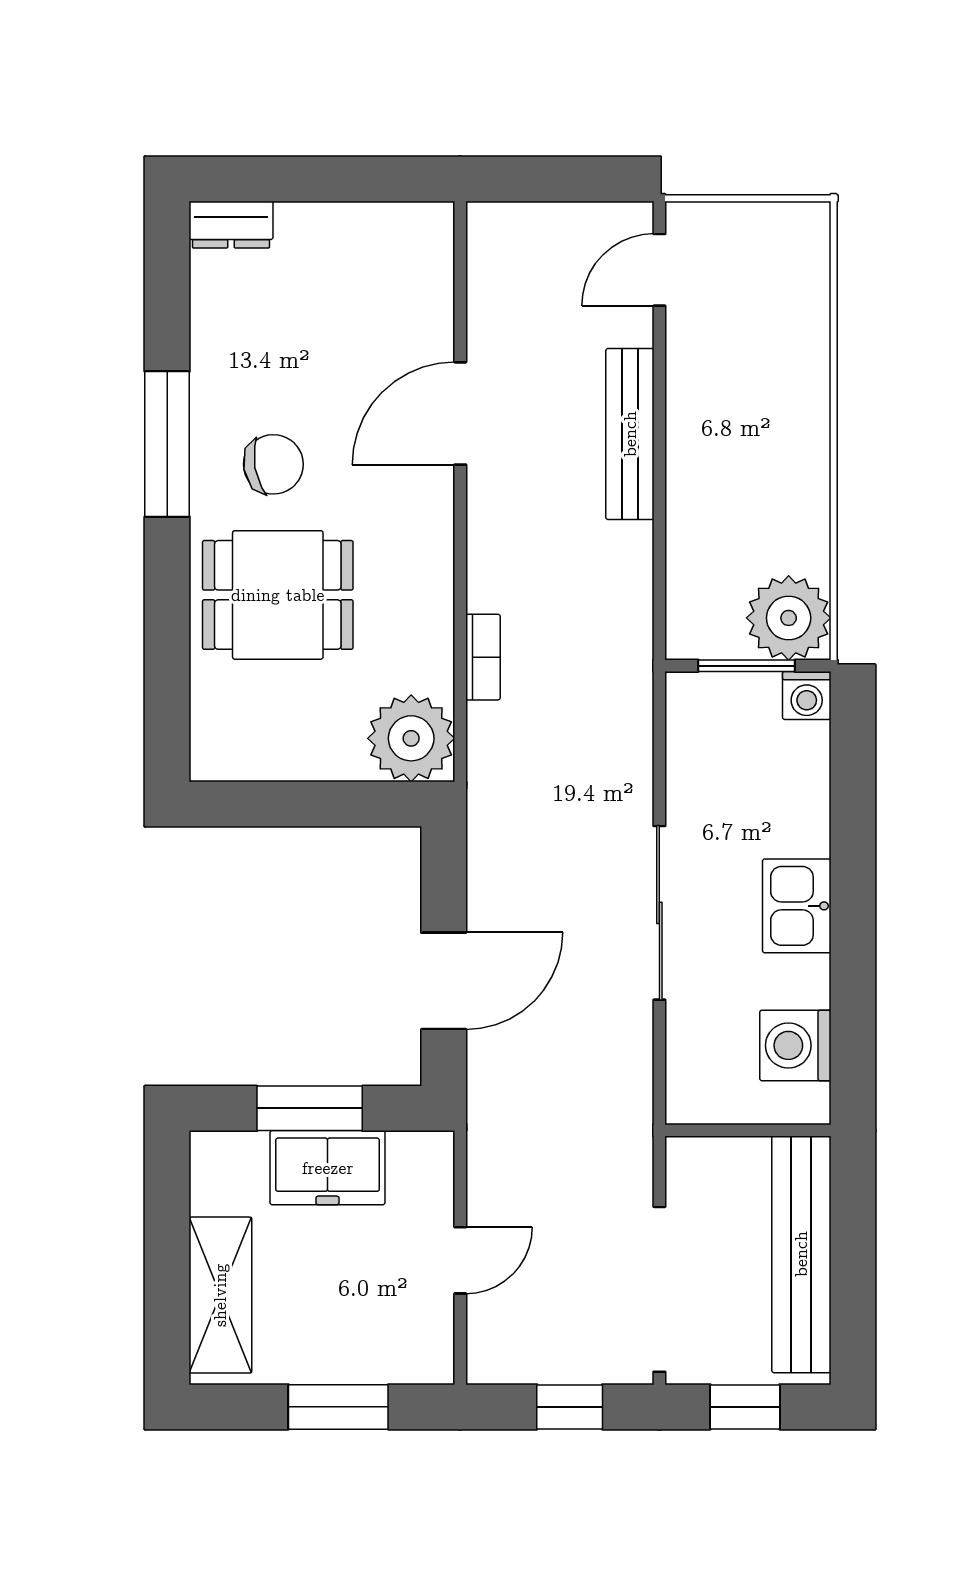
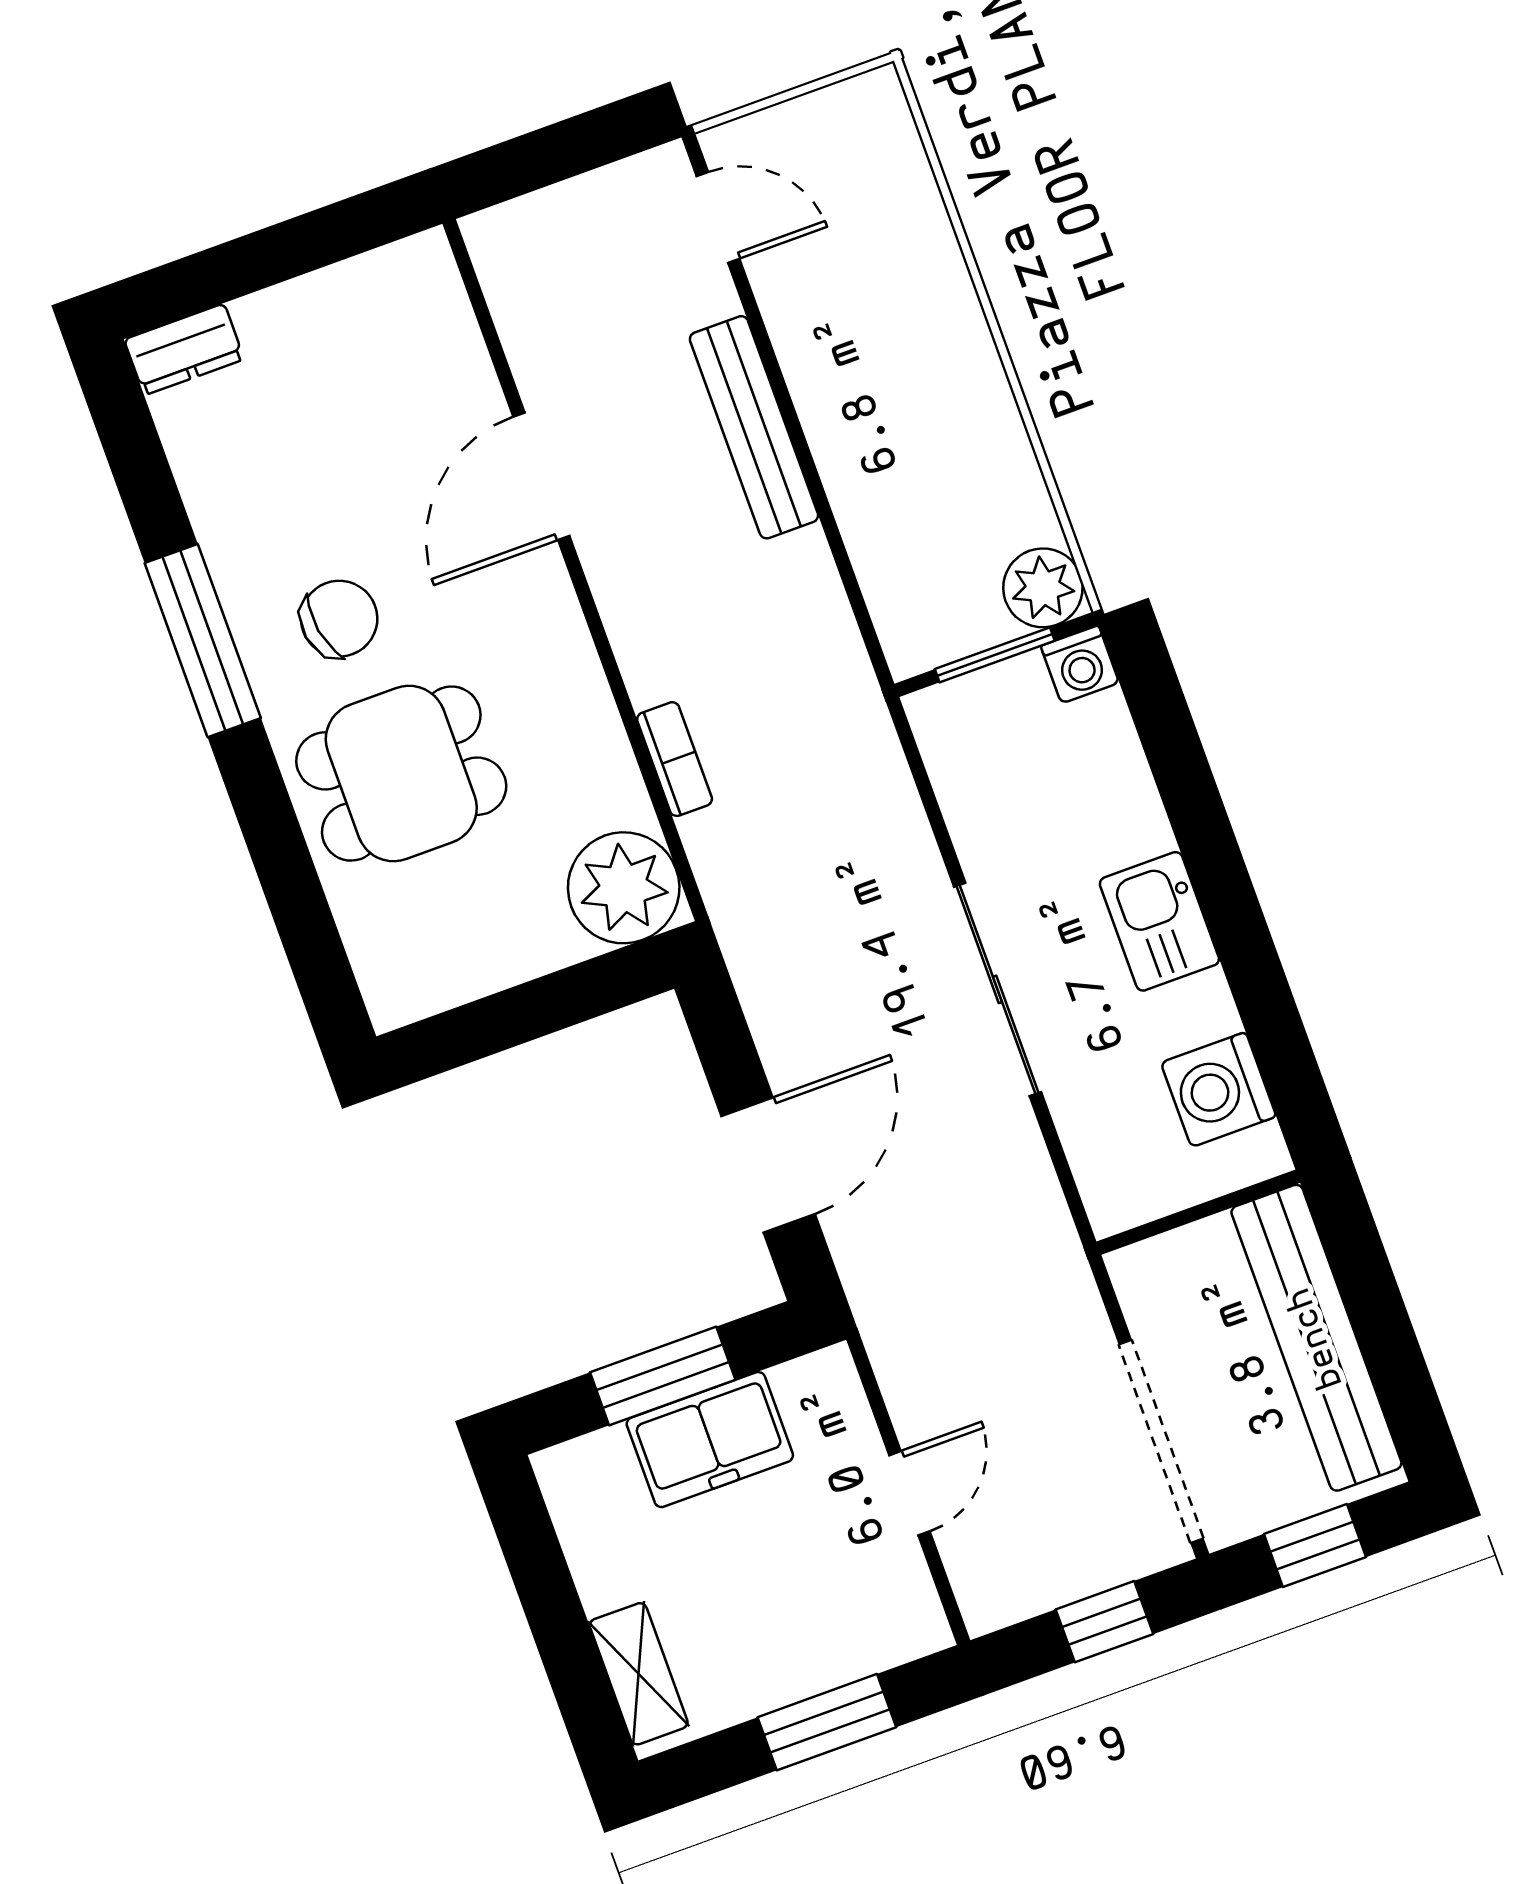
door: (659, 270) -> (718, 217), swing flipped
plant: (789, 618) -> (1043, 588), width x0.73, depth x0.73
shelving: (220, 1295) -> (639, 1674), width x0.67, depth x0.75

